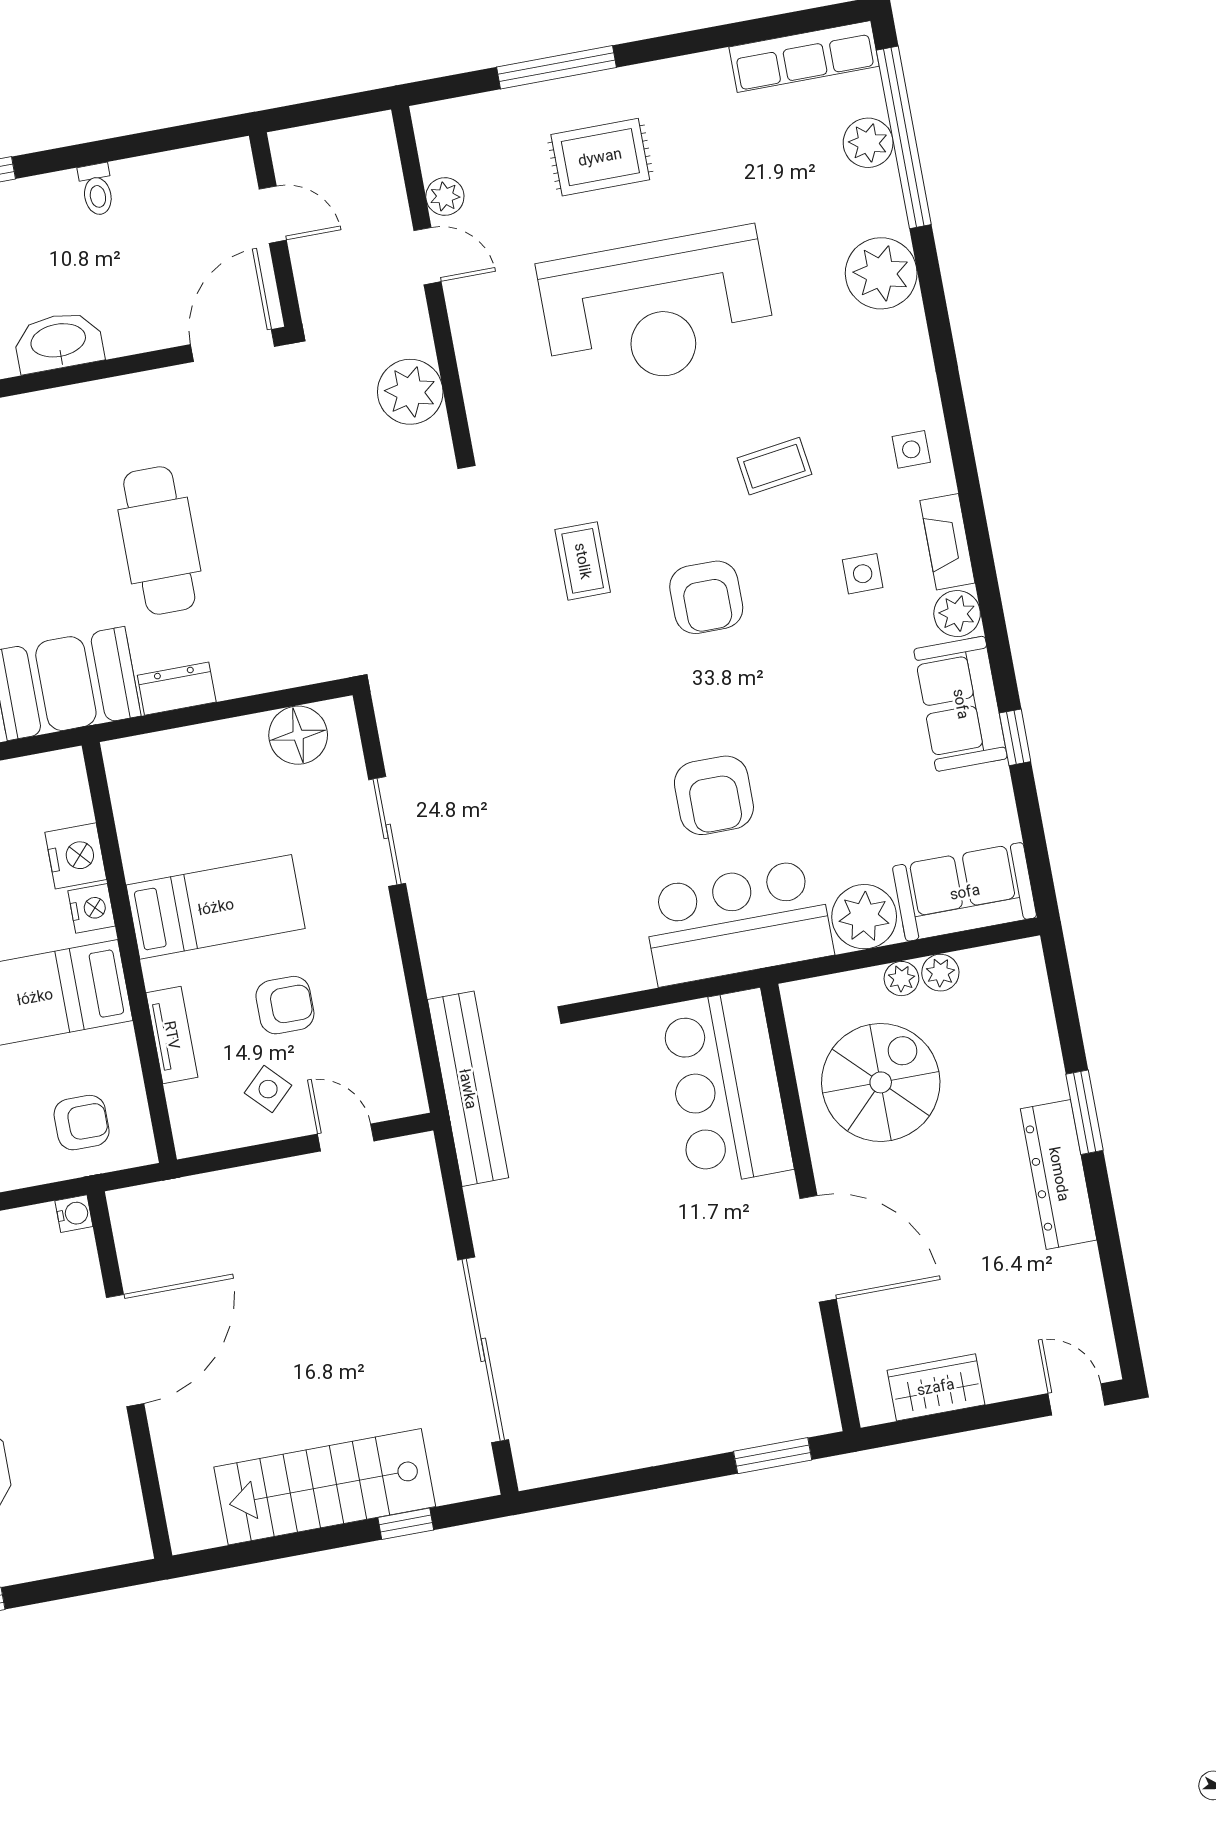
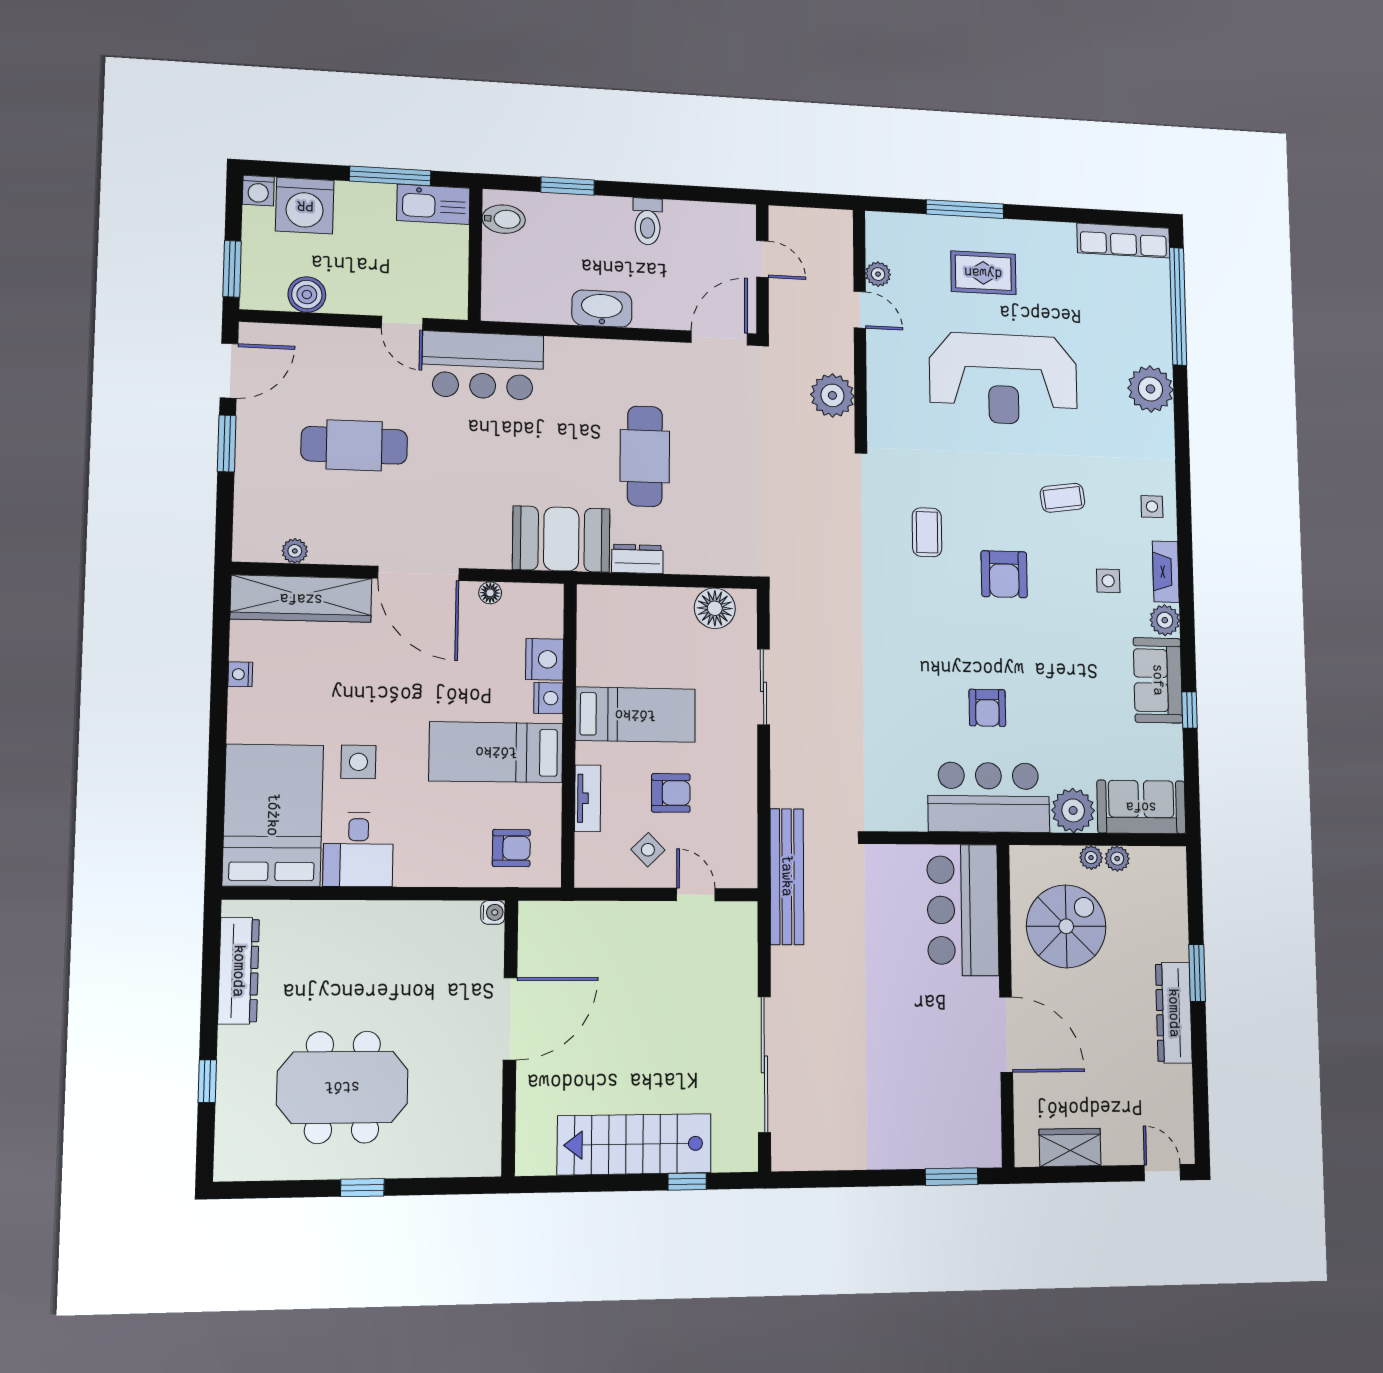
plant: (868, 143) -> (1155, 304), removed
toilet: (97, 190) -> (648, 221), width x1.37, depth x1.39
armchair: (714, 795) -> (987, 708), width x0.72, depth x0.72

